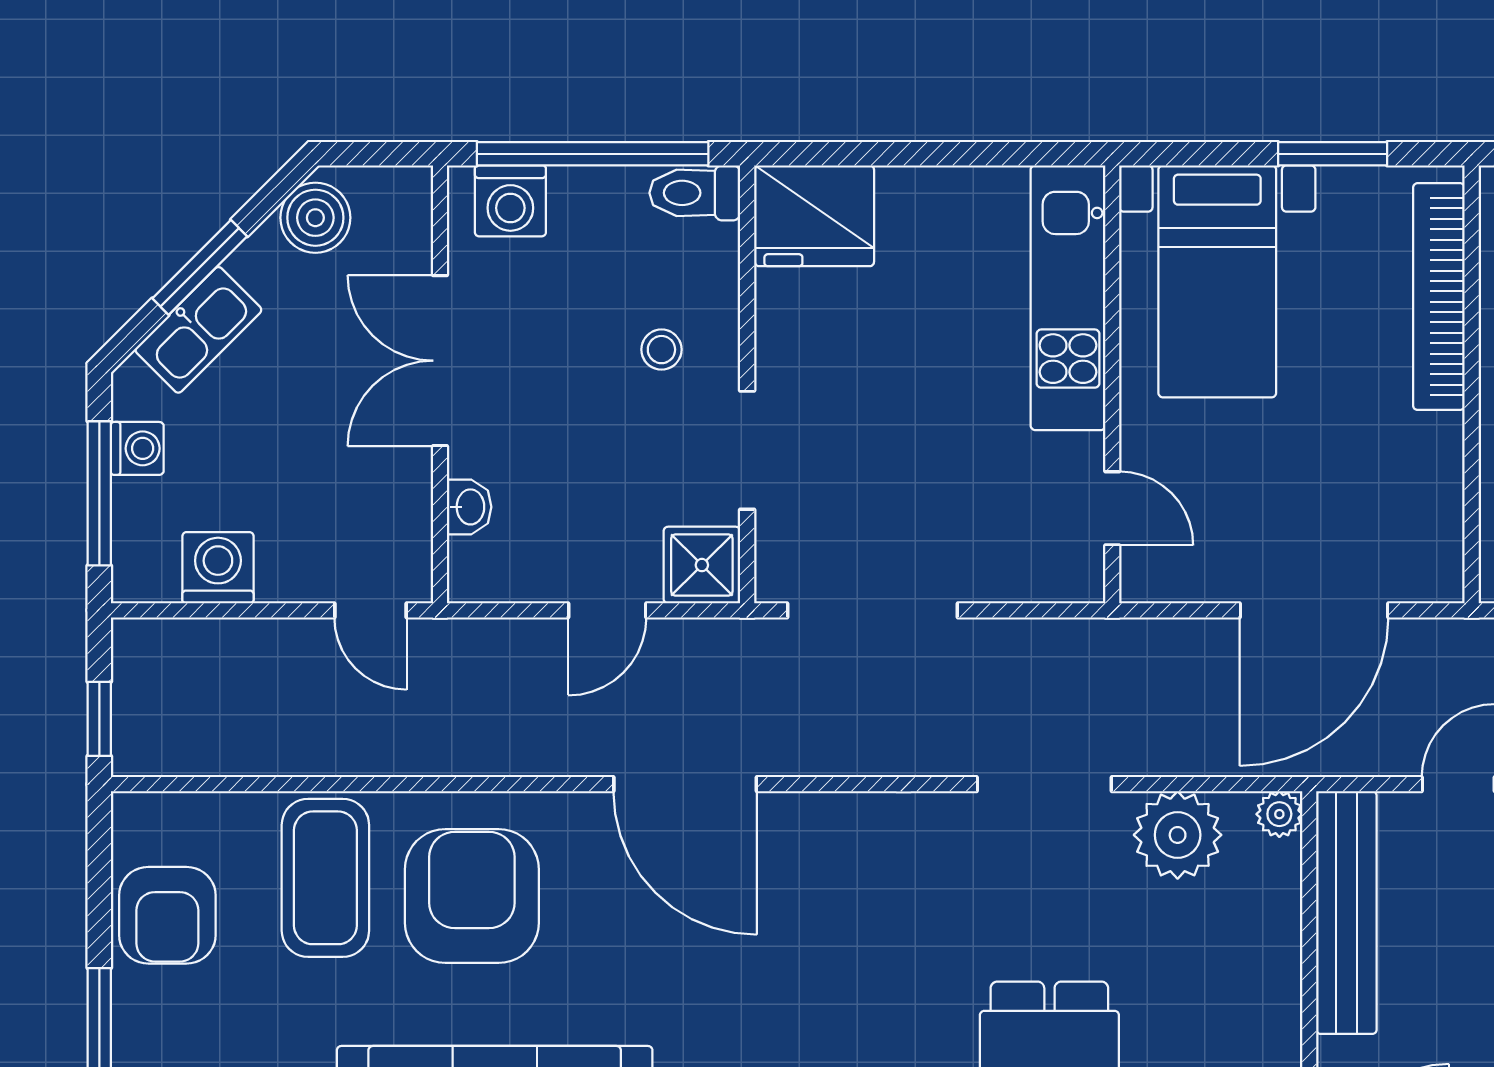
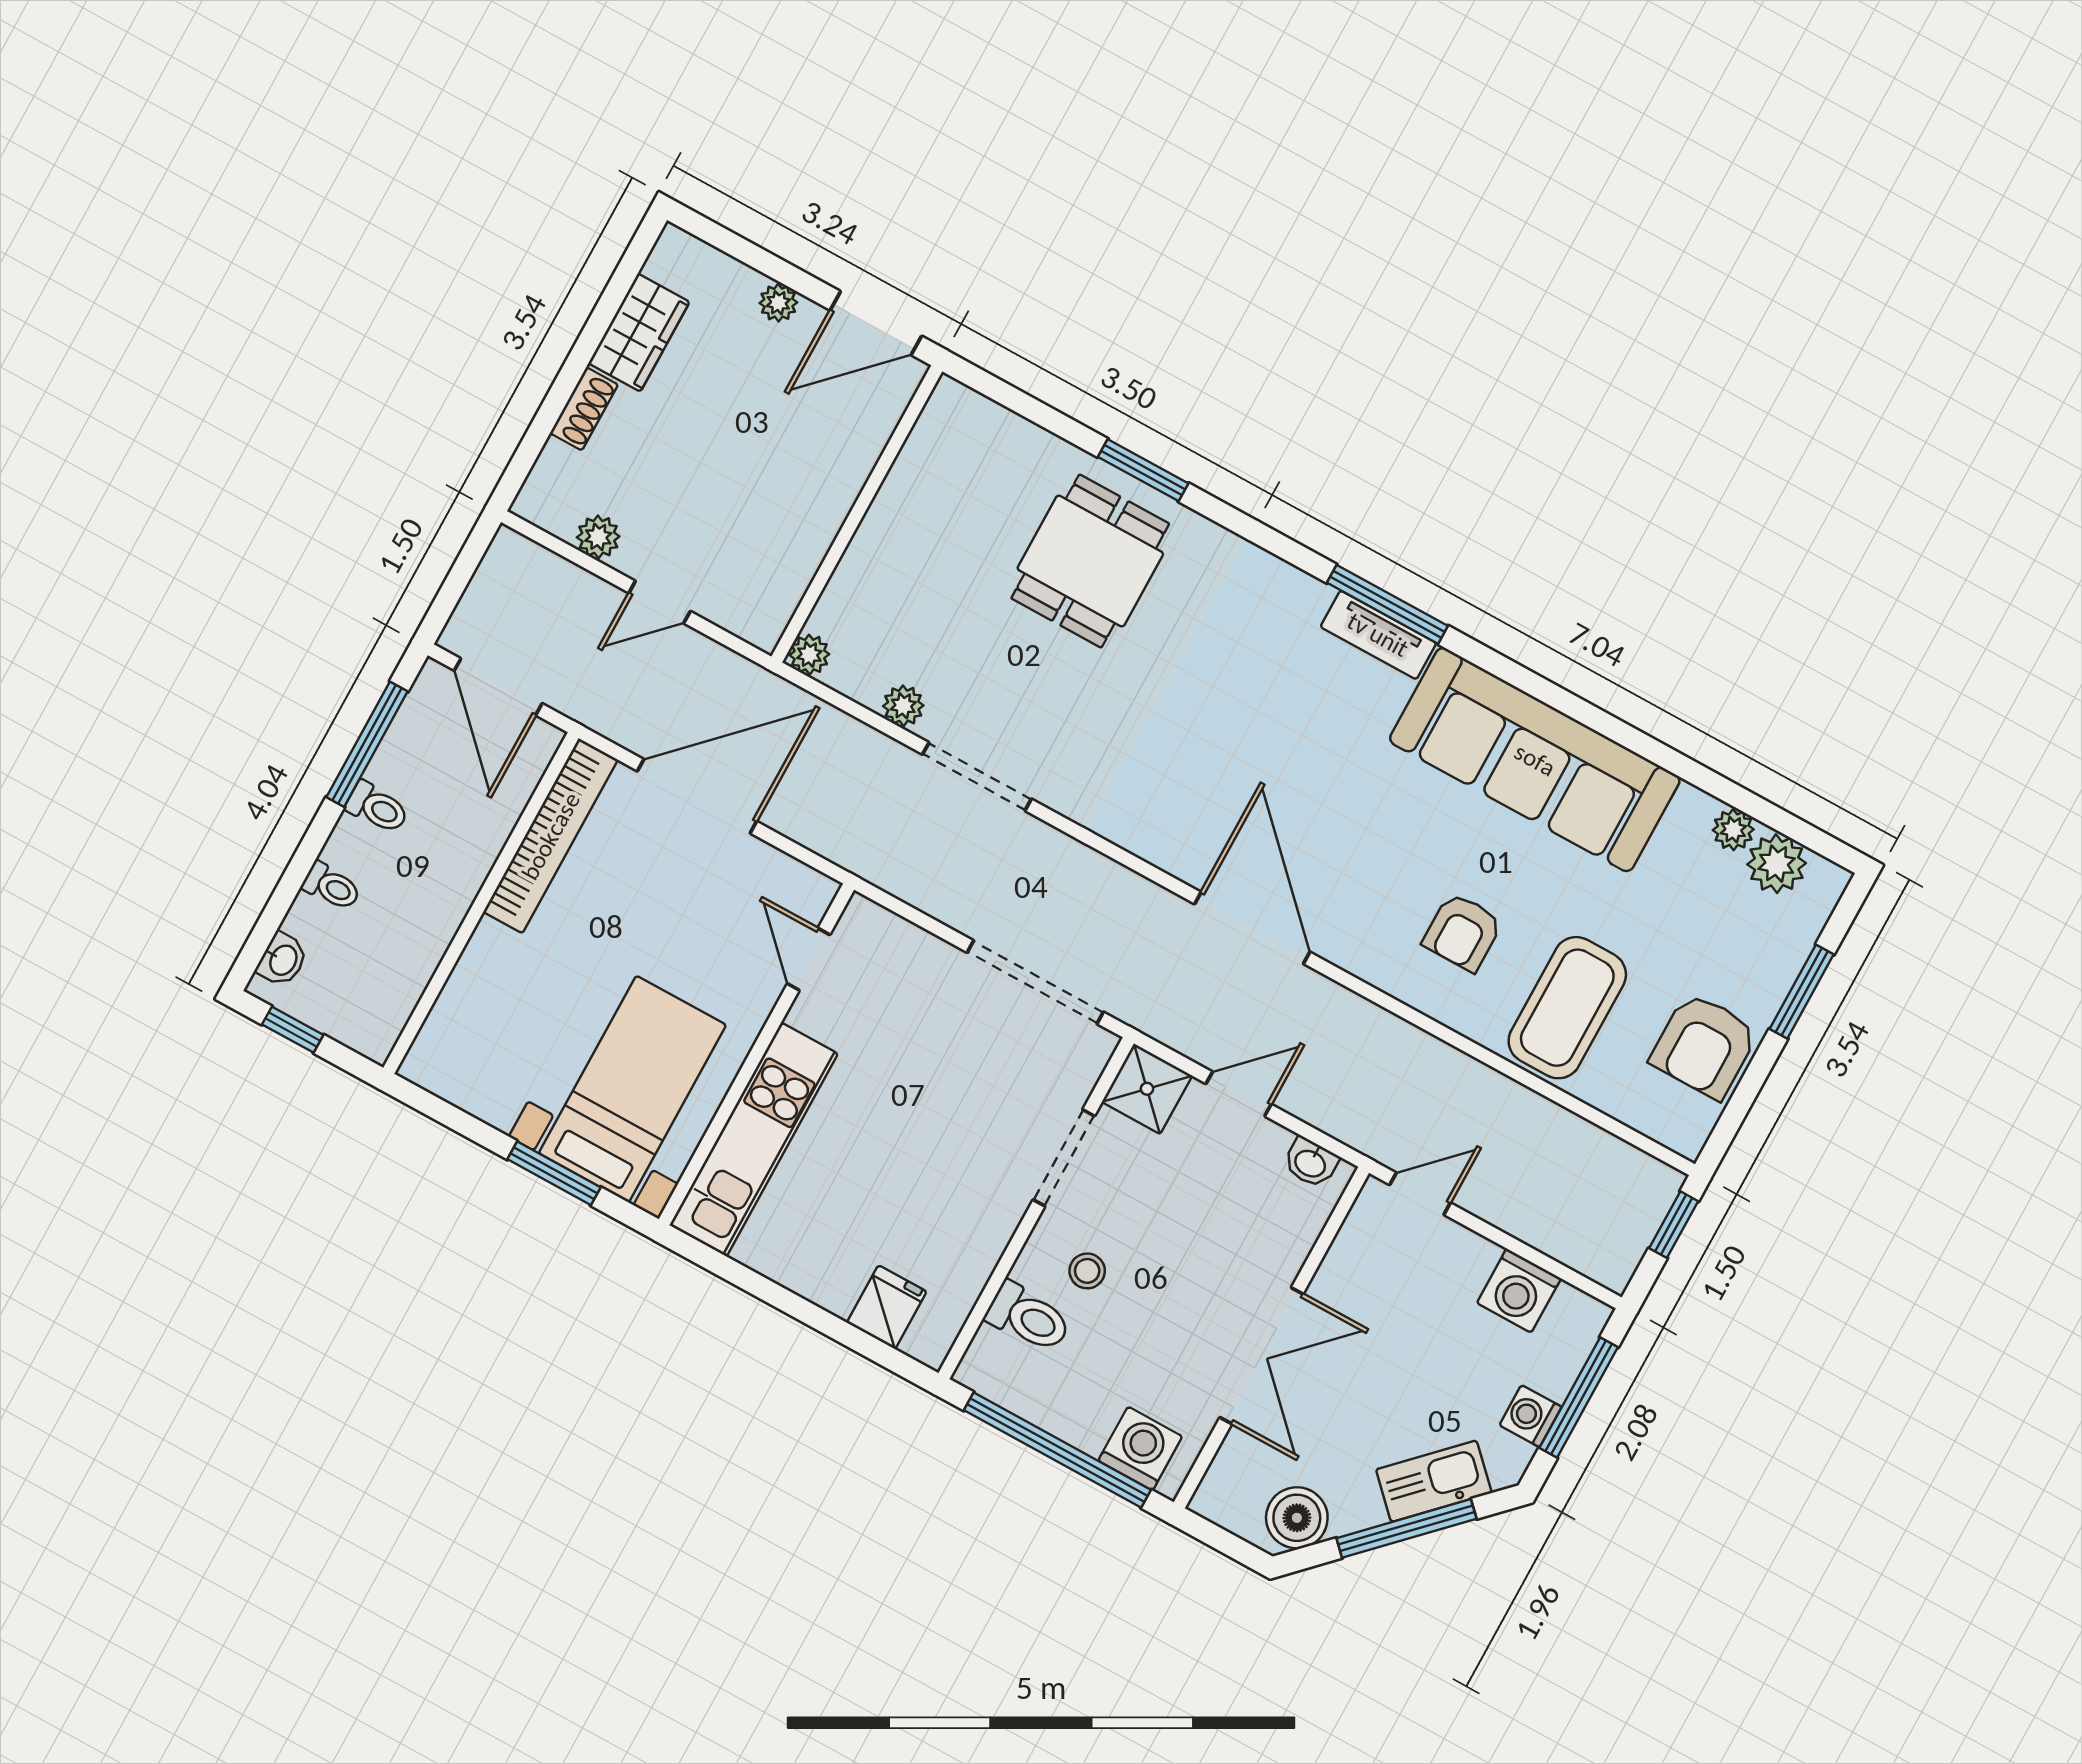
window: (1333, 154) -> (554, 1173), moved
toilet: (695, 193) -> (1028, 1317), moved
fridge: (814, 216) -> (887, 1307), width x0.53, depth x0.75
window: (200, 267) -> (1406, 1528), width x1.44
bookcase: (1439, 297) -> (551, 836), moved
washbasin: (469, 507) -> (1311, 1163), moved, turned -90
door: (370, 610) -> (1420, 1194), hinge flipped
plant: (1178, 835) -> (903, 706), width x0.53, depth x0.53
armchair: (472, 896) -> (1463, 932), width x0.53, depth x0.53
bench: (1346, 913) -> (799, 551), removed
armchair: (167, 915) -> (1704, 1046), turned 180

